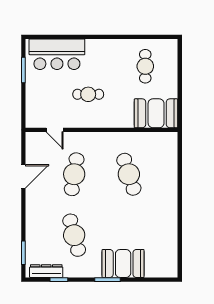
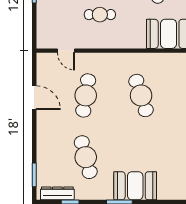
door: (23, 176) -> (34, 98), hinge flipped

